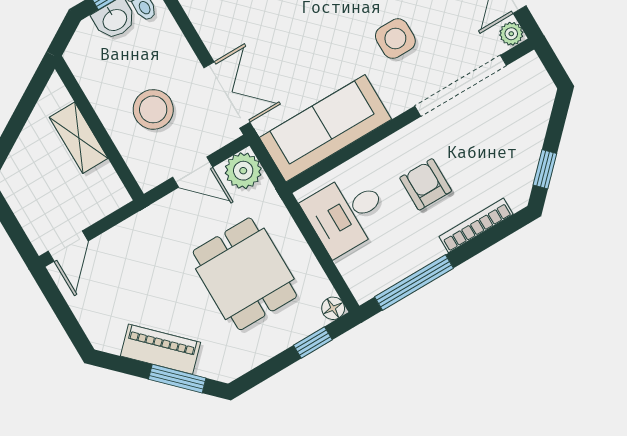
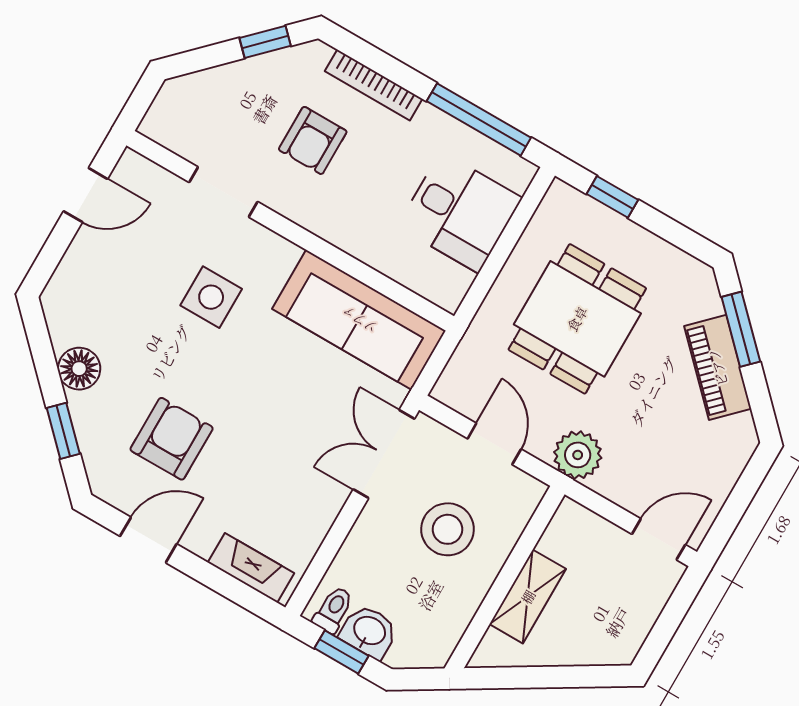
plant: (511, 34) -> (131, 167), removed
doorway: (461, 86) -> (223, 192), width x0.53
plant: (243, 171) -> (578, 455), moved
armchair: (426, 184) -> (313, 140), moved
desk: (346, 213) -> (460, 212), moved
floor lamp: (333, 308) -> (560, 196), removed

